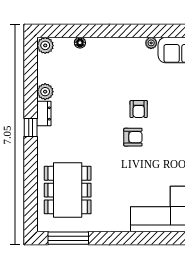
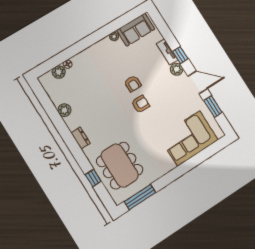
plant: (45, 45) -> (59, 72), moved
dresser: (44, 114) -> (81, 138), moved
window: (31, 127) -> (93, 178), moved

